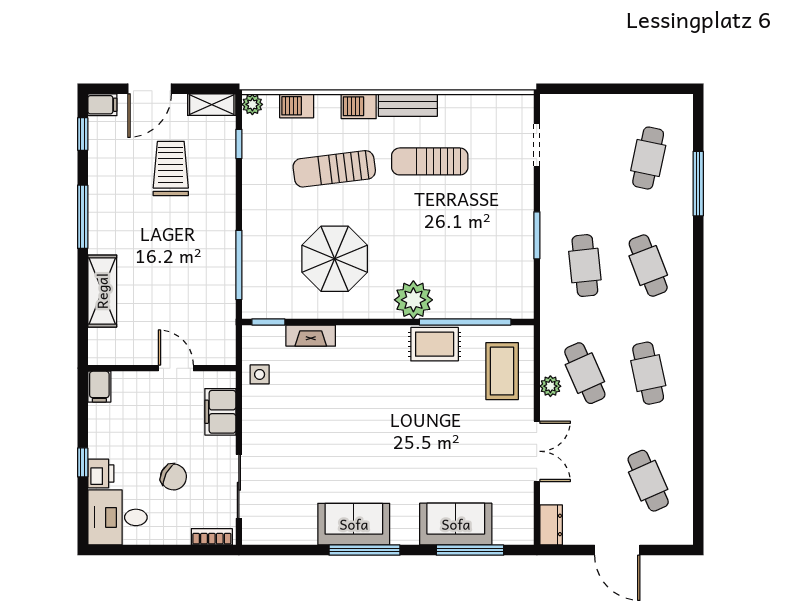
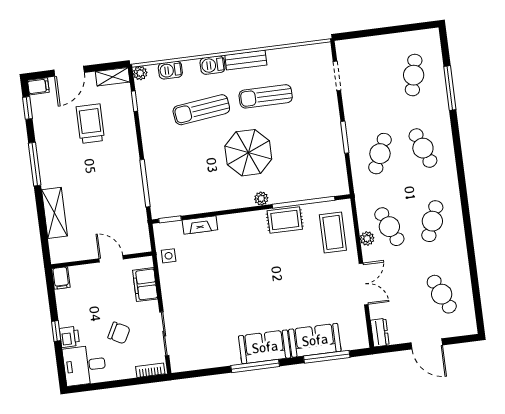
parasol: (335, 259) -> (248, 153), moved
cafe table: (585, 266) -> (380, 154), turned 30
plant: (413, 300) -> (261, 199), width x0.53, depth x0.53
cafe table: (648, 373) -> (432, 221), turned 33
sofa: (354, 524) -> (265, 347), moved

